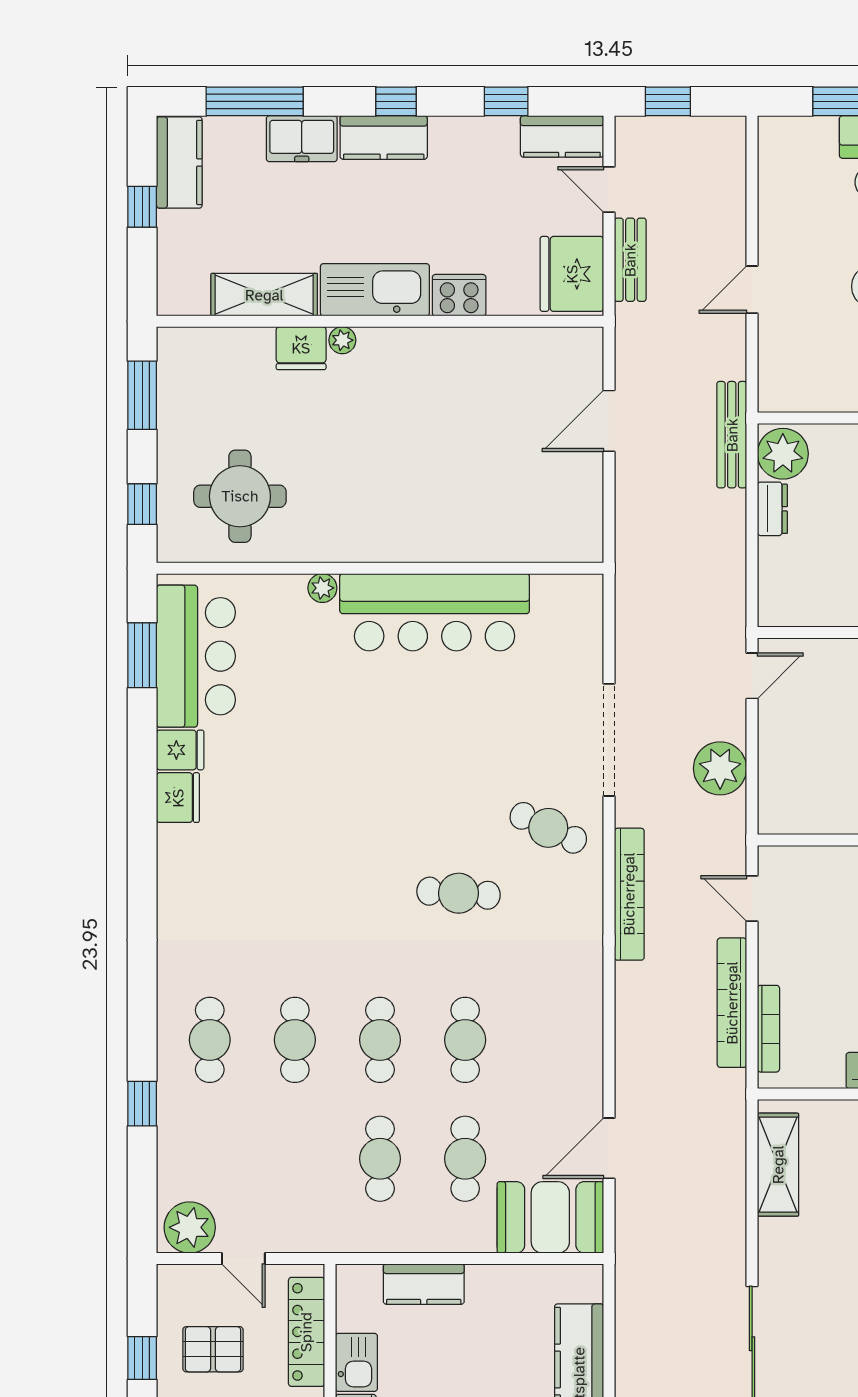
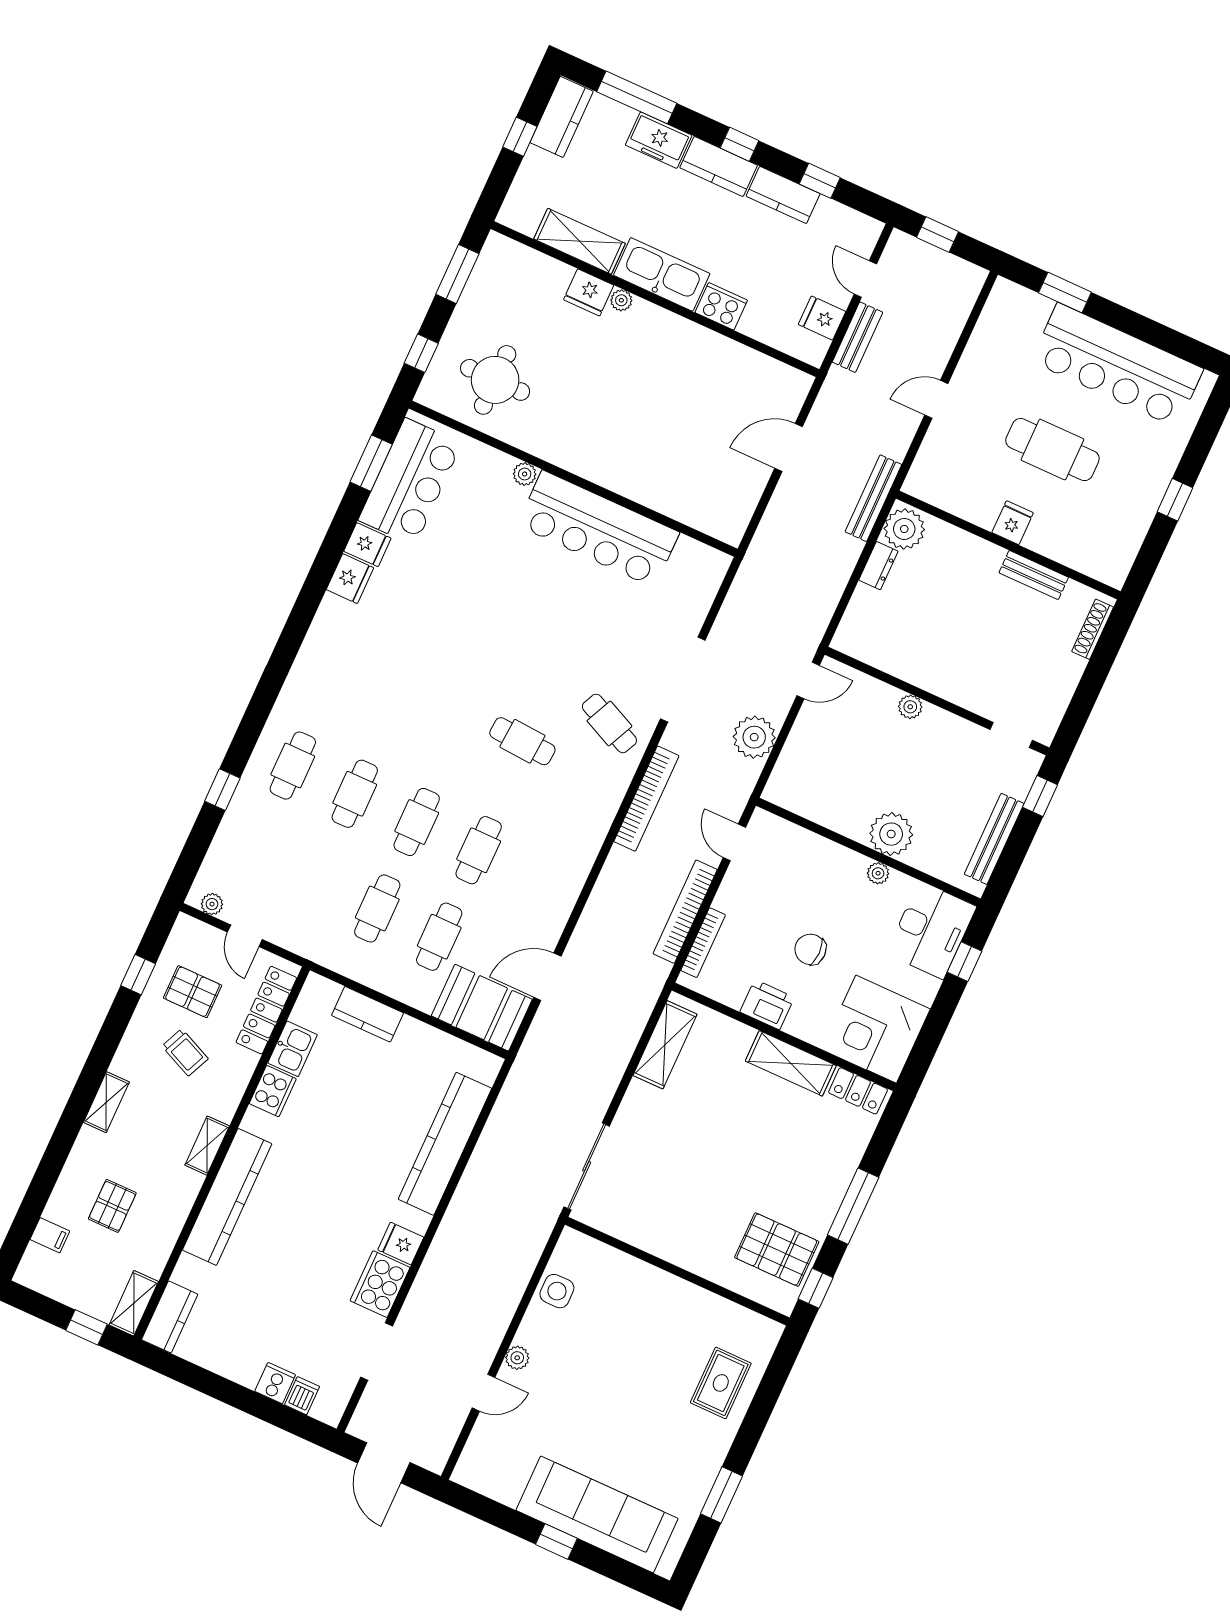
kitchen counter: (562, 136) -> (783, 195), moved
fridge: (572, 274) -> (822, 318), width x0.53, depth x0.75
plant: (190, 1227) -> (212, 904), width x0.53, depth x0.53

